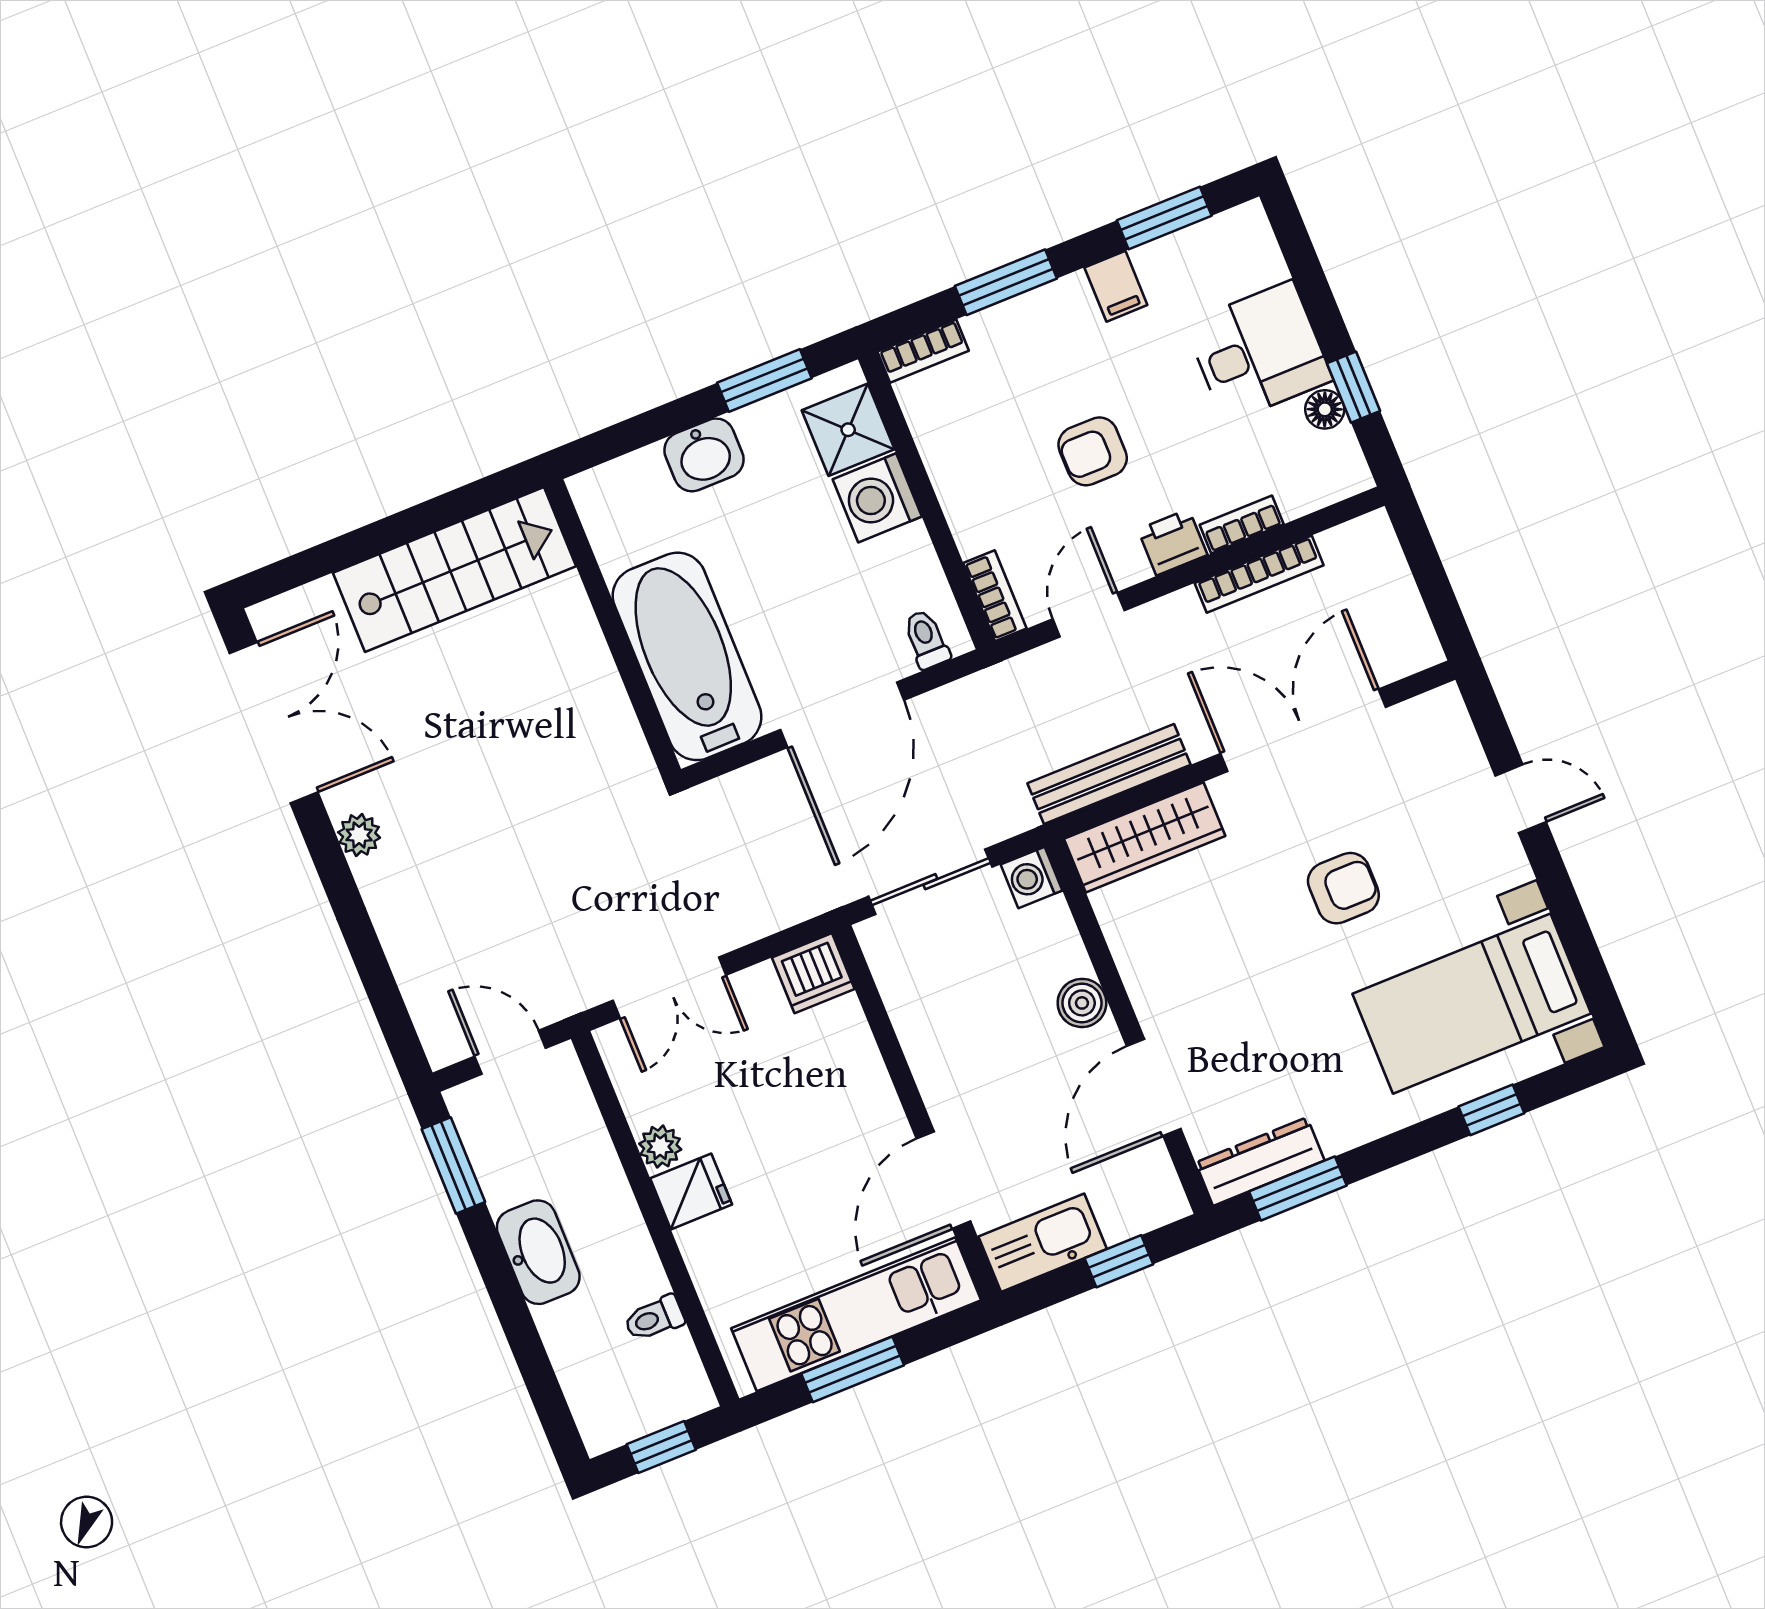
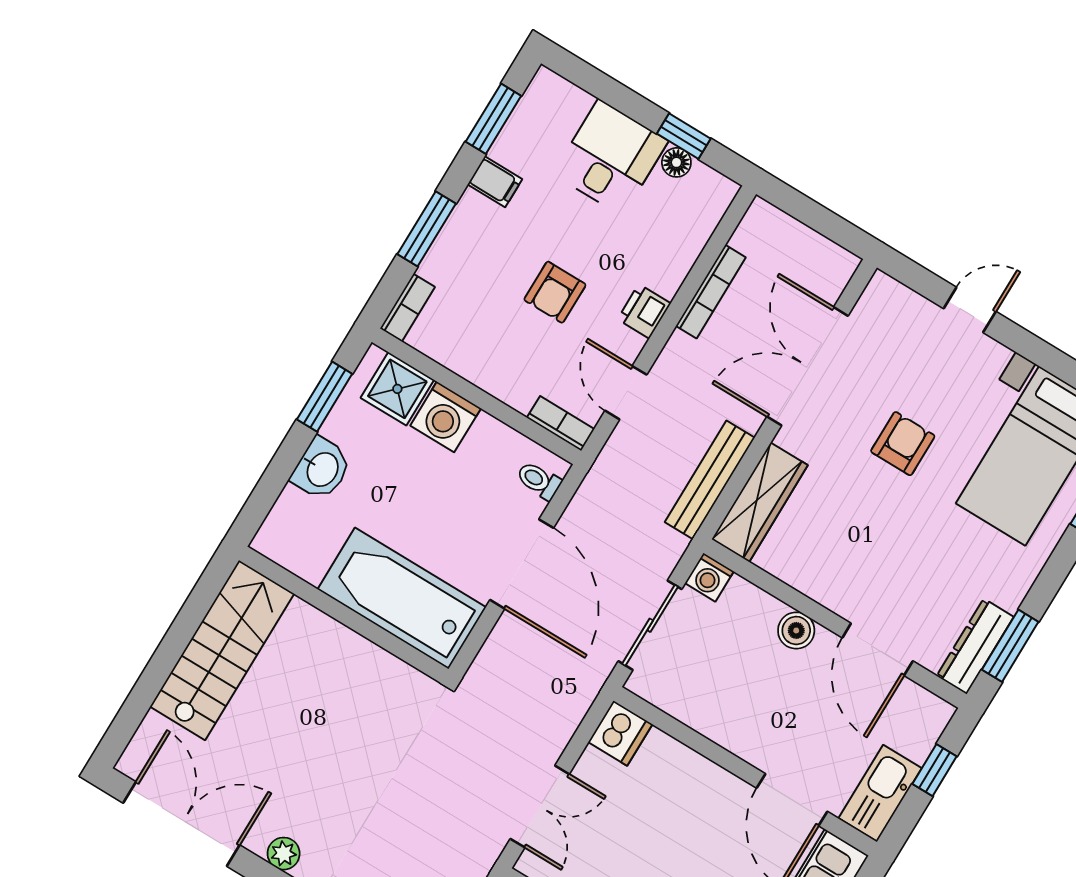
bookcase: (1242, 525) -> (678, 269), removed

